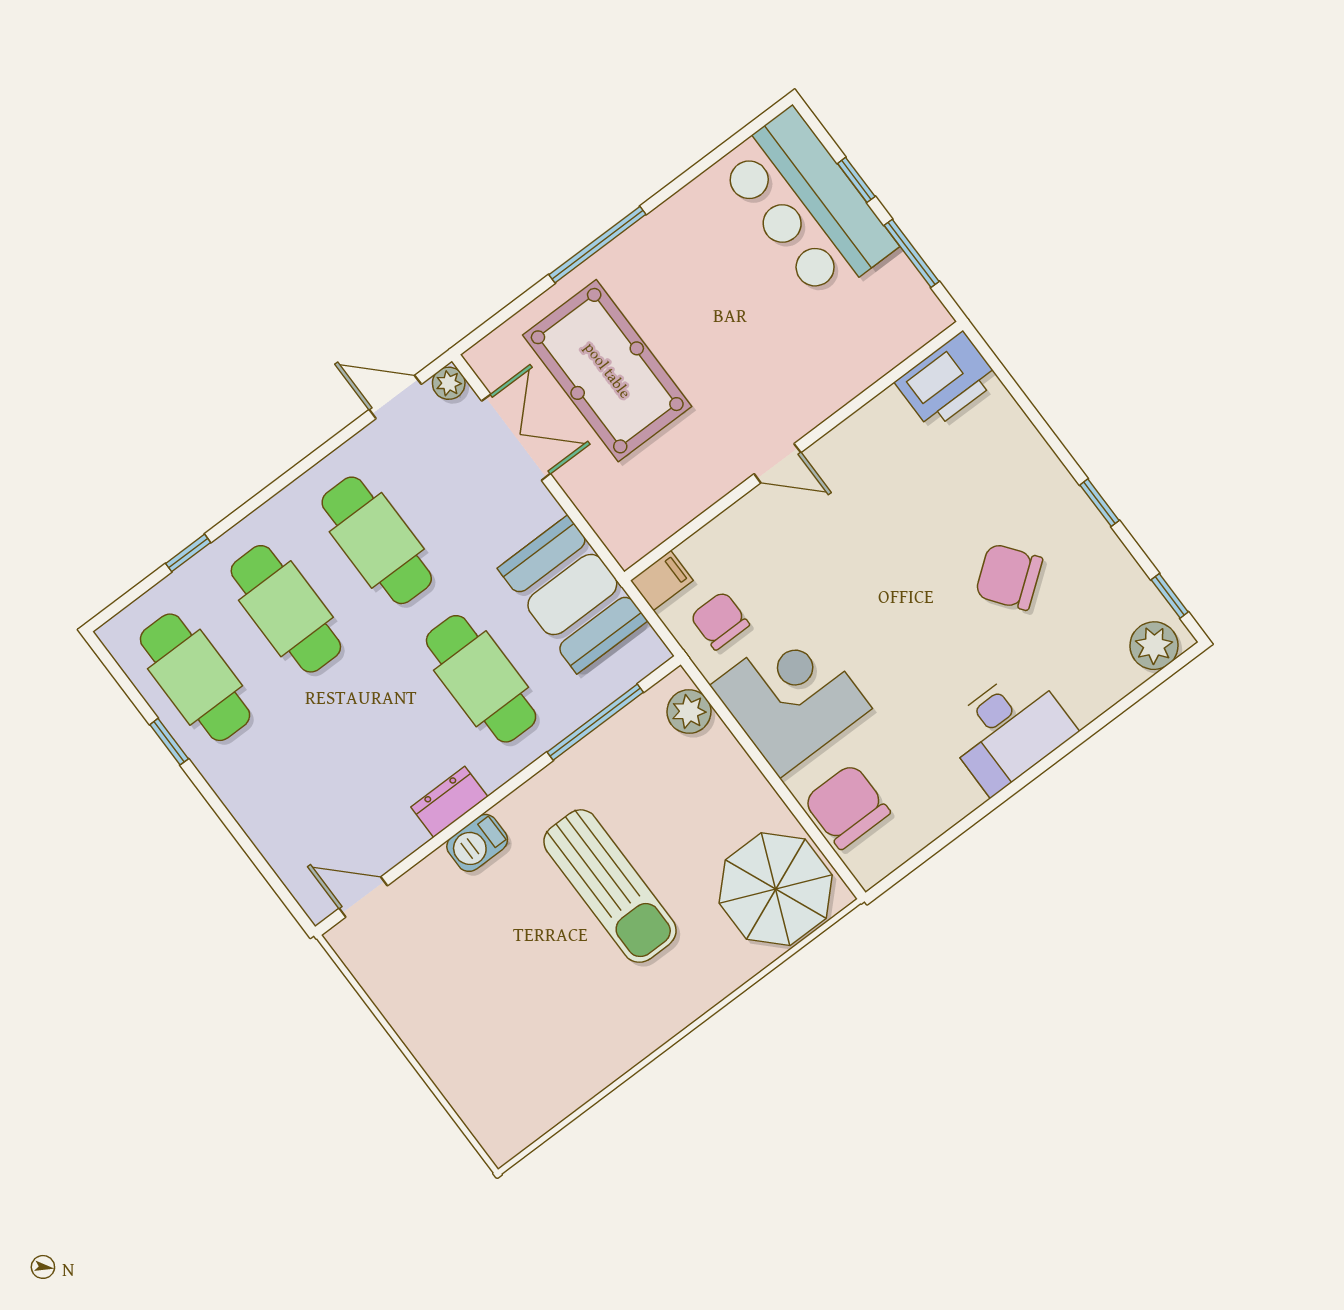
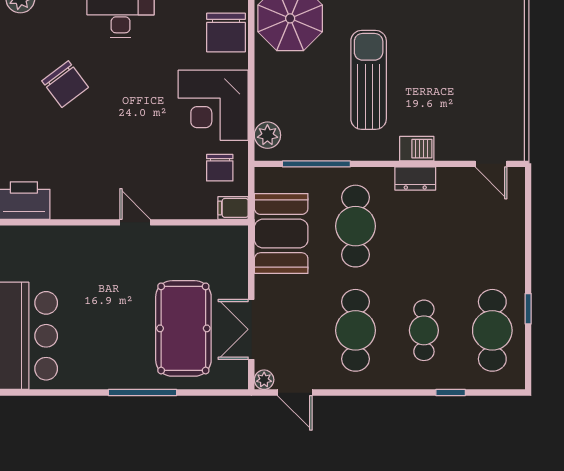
cafe table: (286, 609) -> (424, 330), width x0.73, depth x0.74

